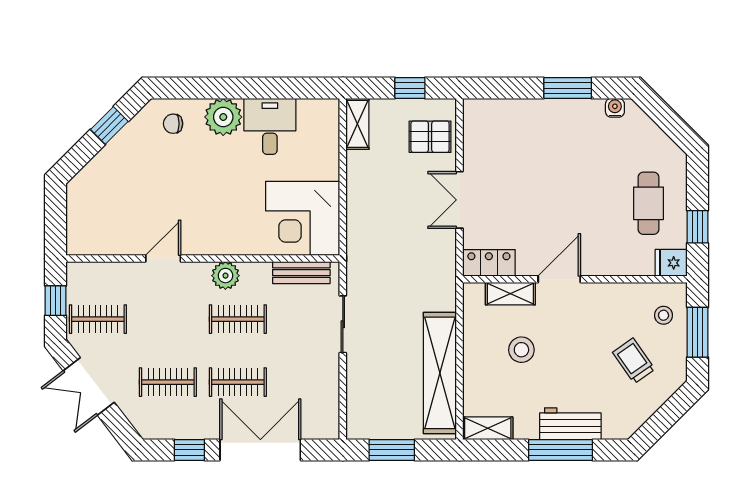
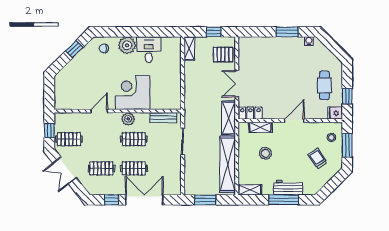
corner desk: (303, 218) -> (133, 92), moved, turned 90
shelving: (442, 274) -> (228, 118), added
door: (559, 279) -> (294, 121), moved

